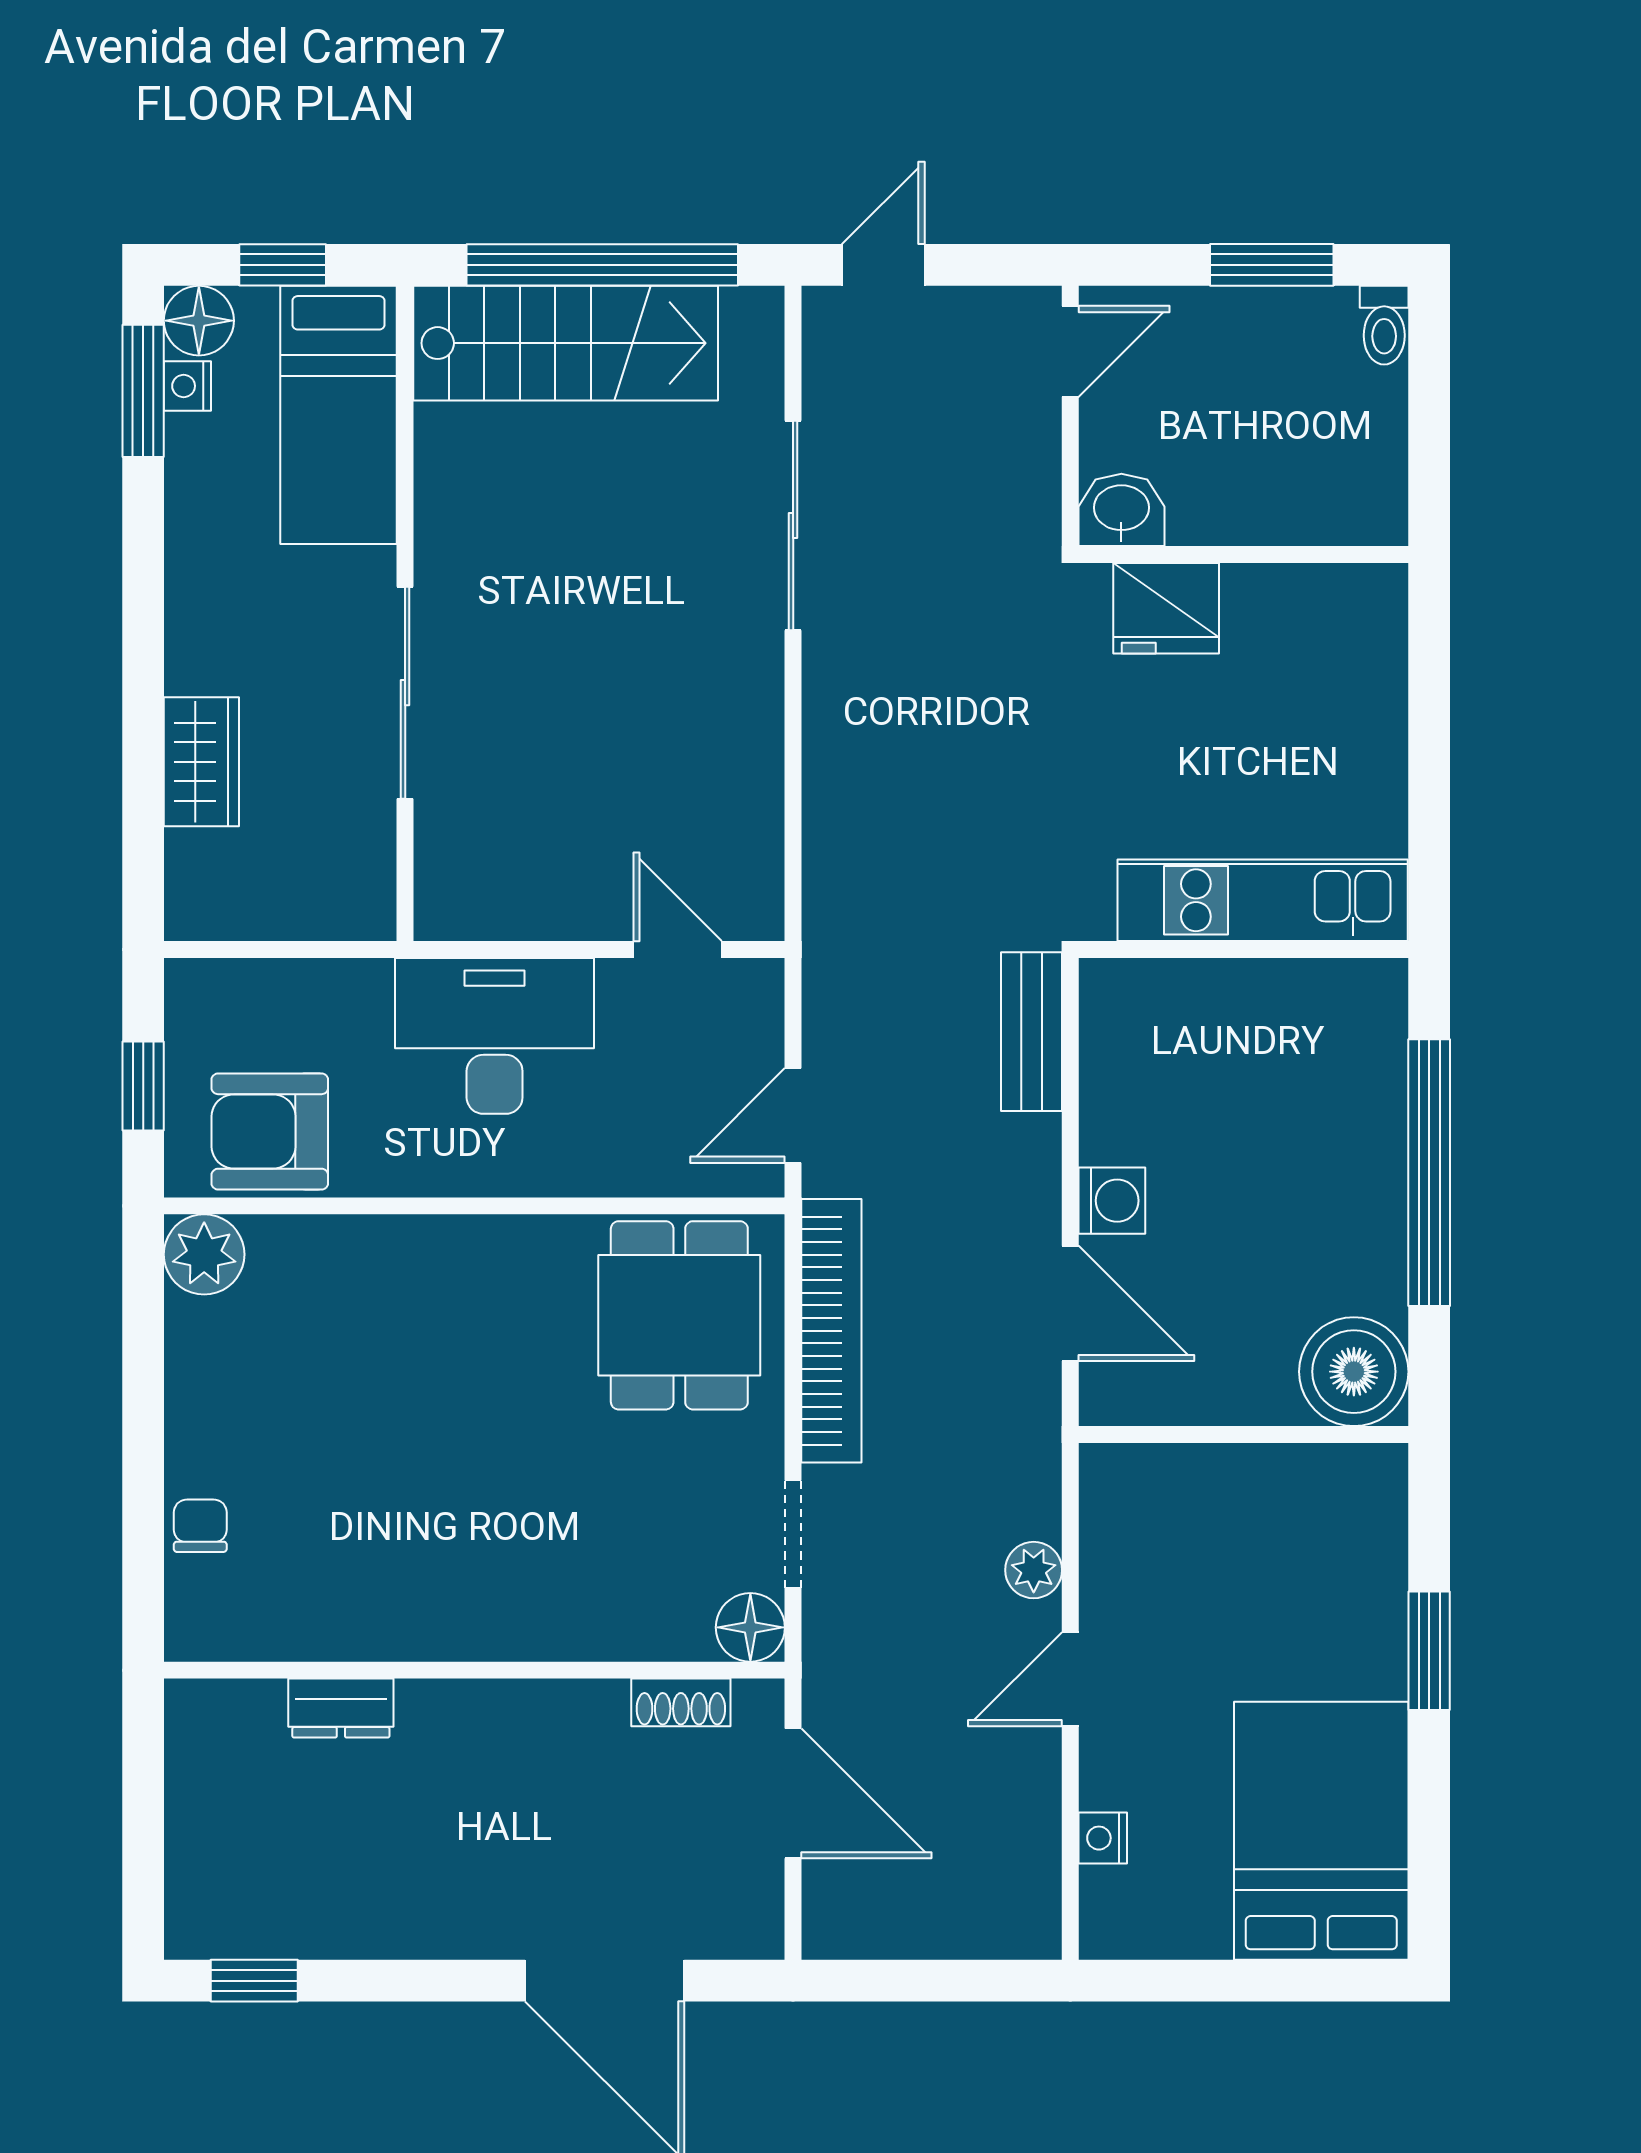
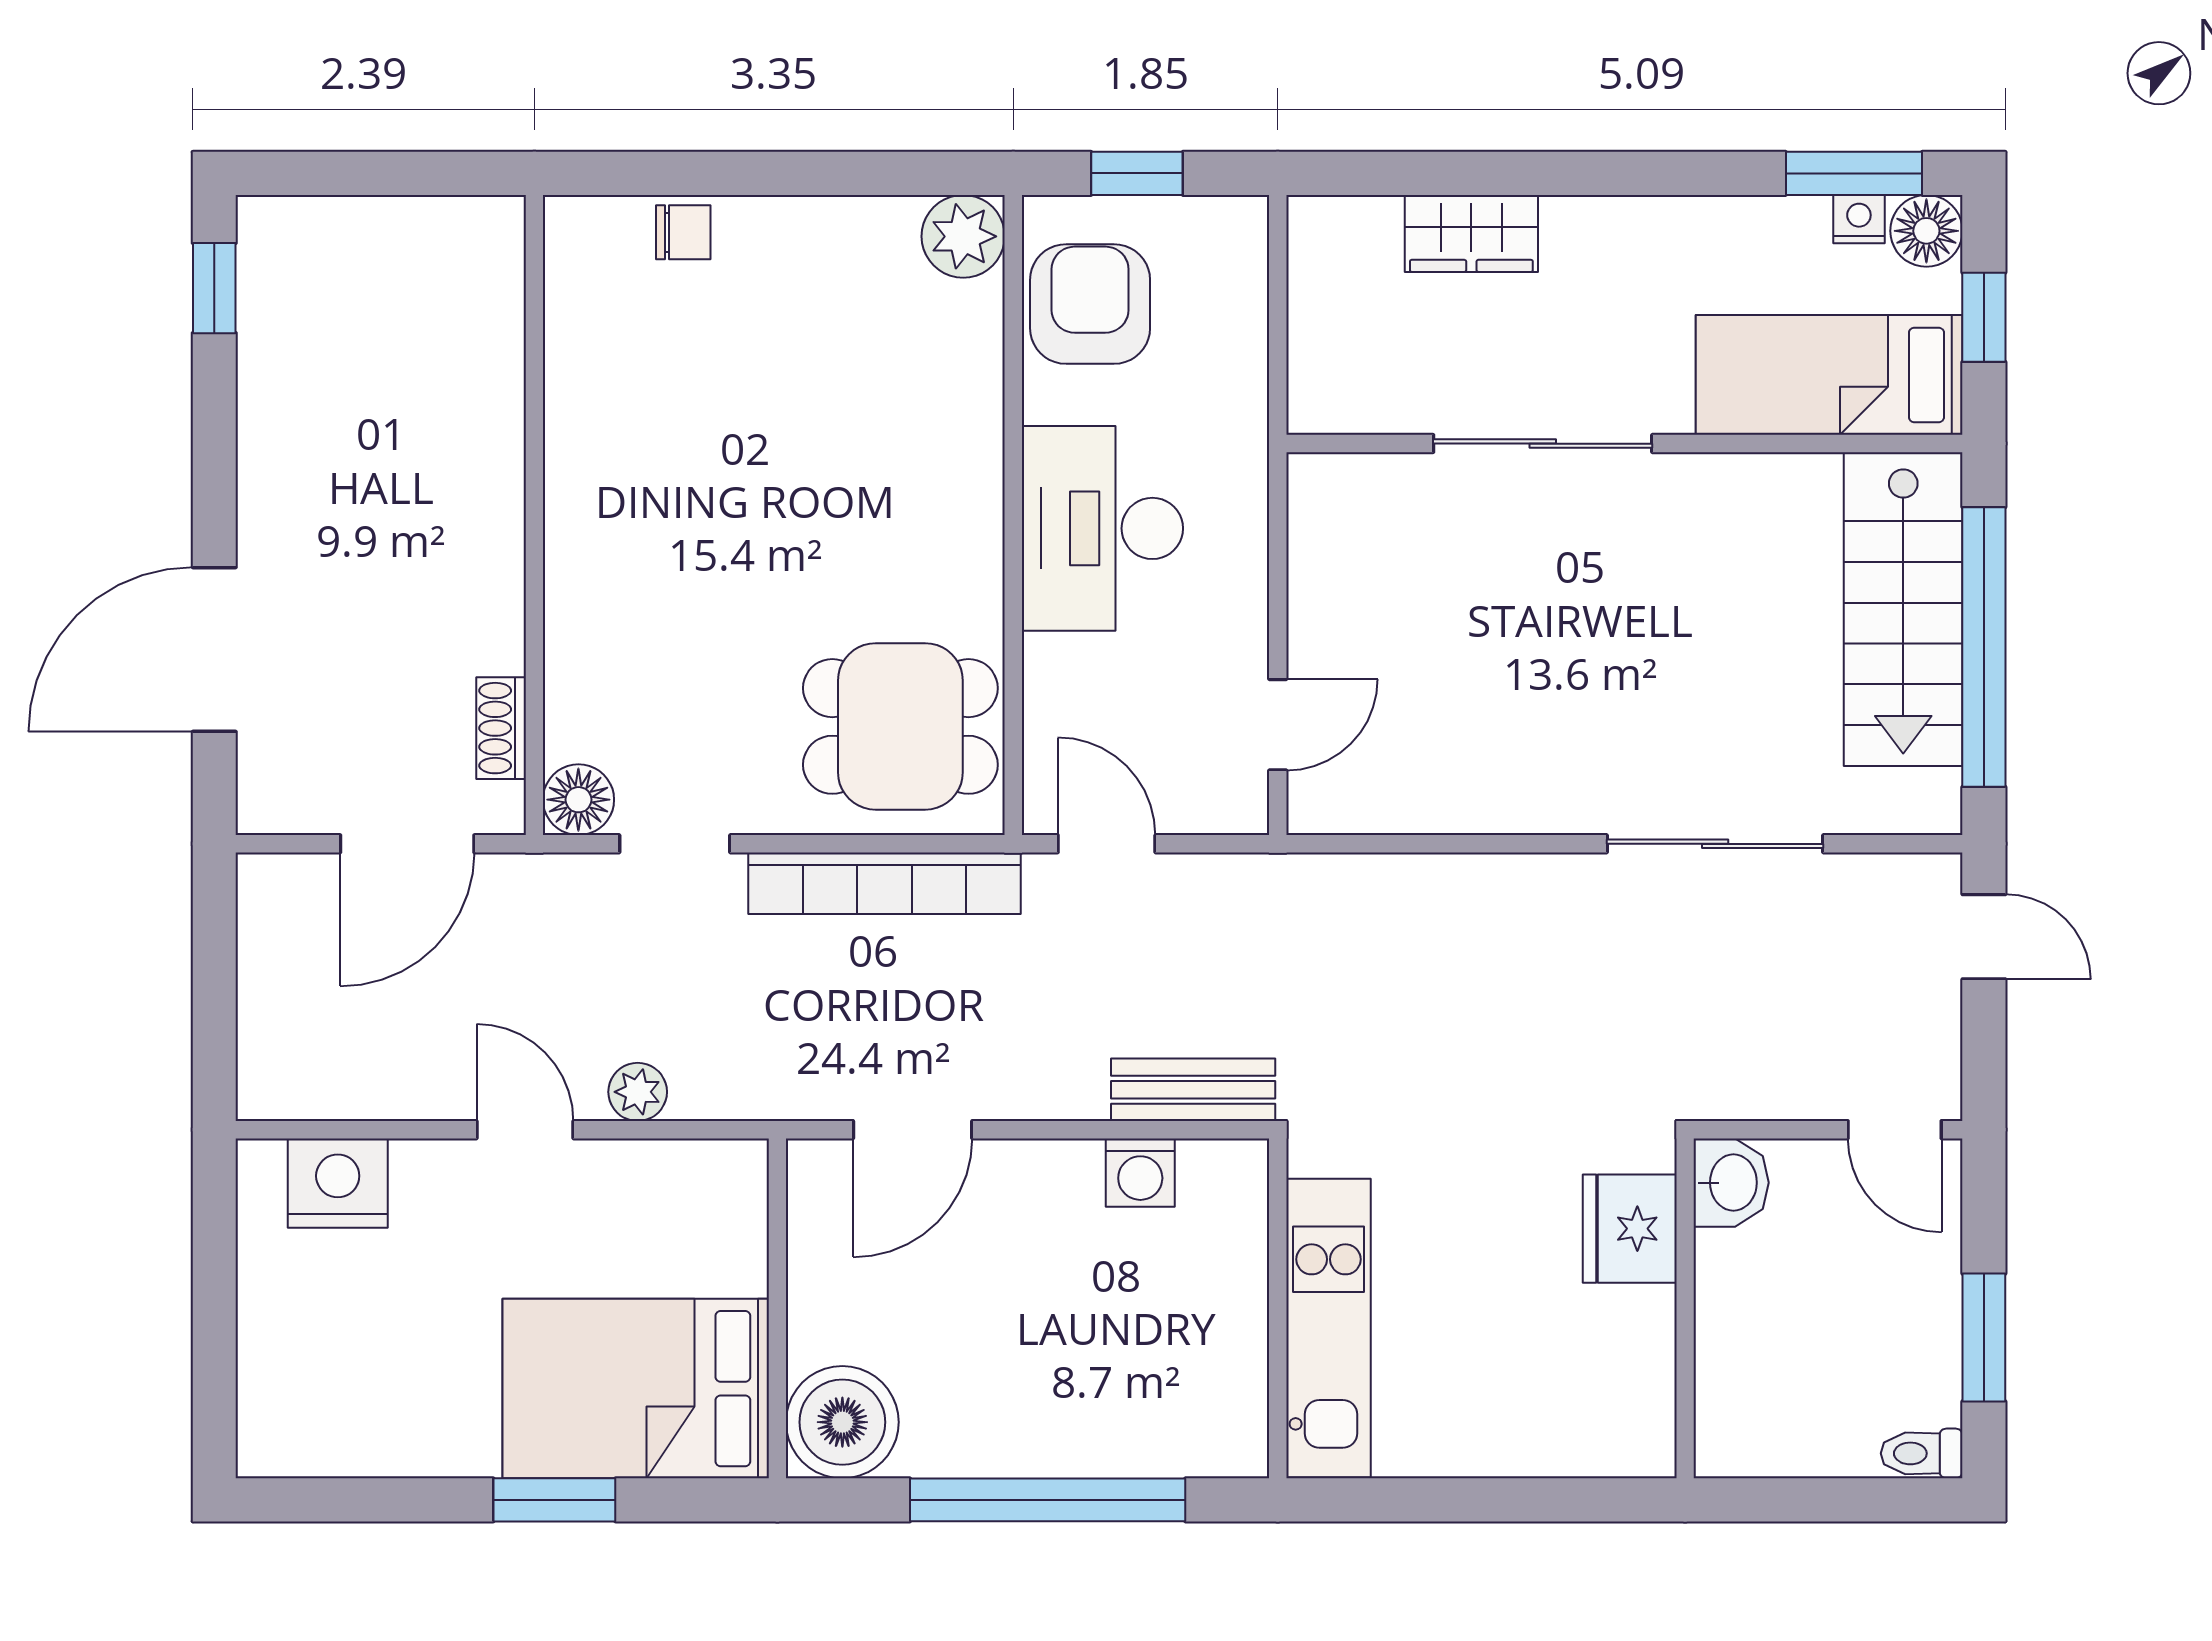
desk: (495, 1036) -> (1102, 528), moved, turned 180
washing machine: (1112, 1201) -> (1140, 1173), moved
dresser: (341, 1708) -> (495, 377), removed
bed: (1321, 1831) -> (636, 1389), moved, turned 180
nightstand: (1103, 1838) -> (338, 1183), width x1.89, depth x1.79

